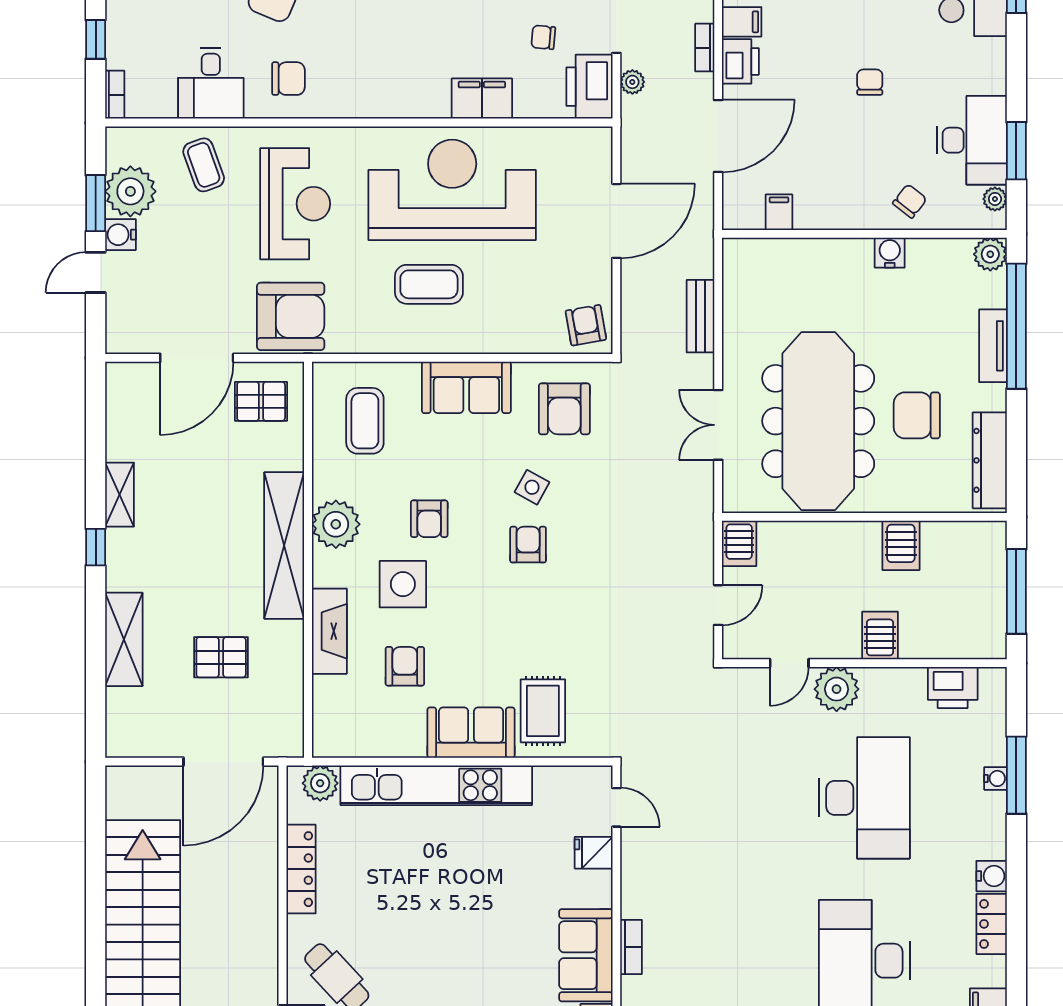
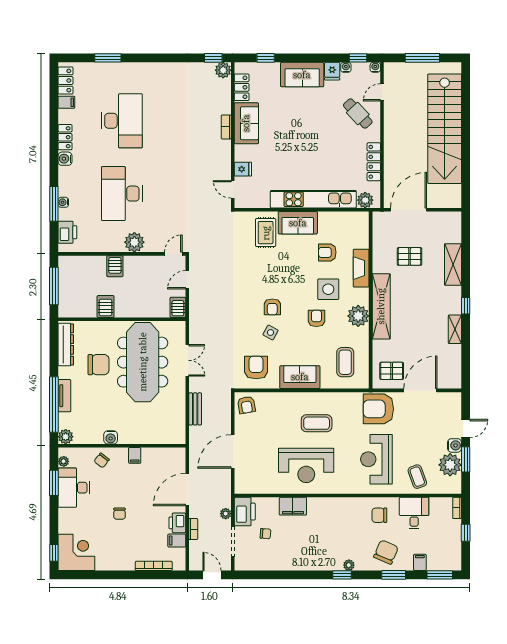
reception desk: (452, 190) -> (306, 465), width x0.74, depth x0.77
filing cabinet: (779, 212) -> (135, 455), moved
door: (789, 663) -> (173, 254), moved
armchair: (405, 666) -> (327, 252), turned 90
printer: (953, 687) -> (67, 232), moved, turned 90

